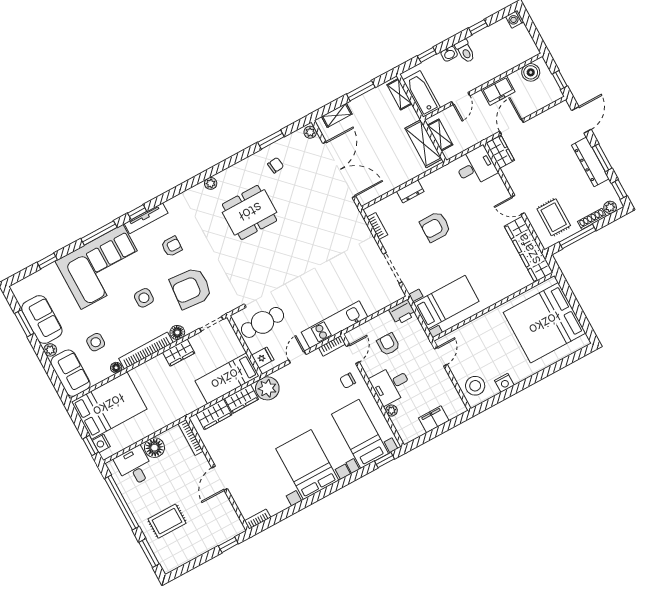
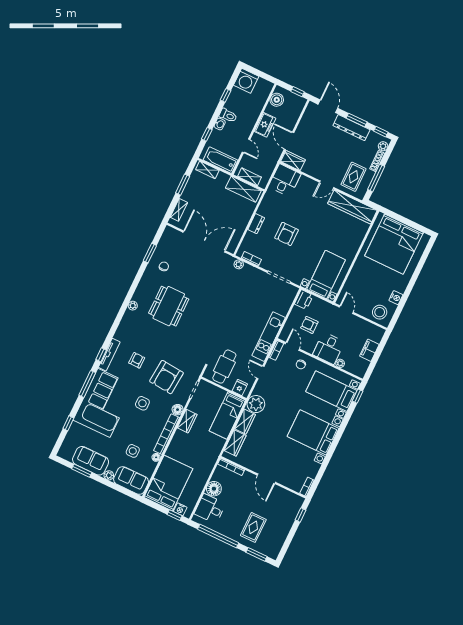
washing machine: (515, 19) -> (246, 81), width x1.89, depth x1.89
plant: (310, 132) -> (239, 264), moved
rug: (554, 217) -> (354, 177), turned 90

